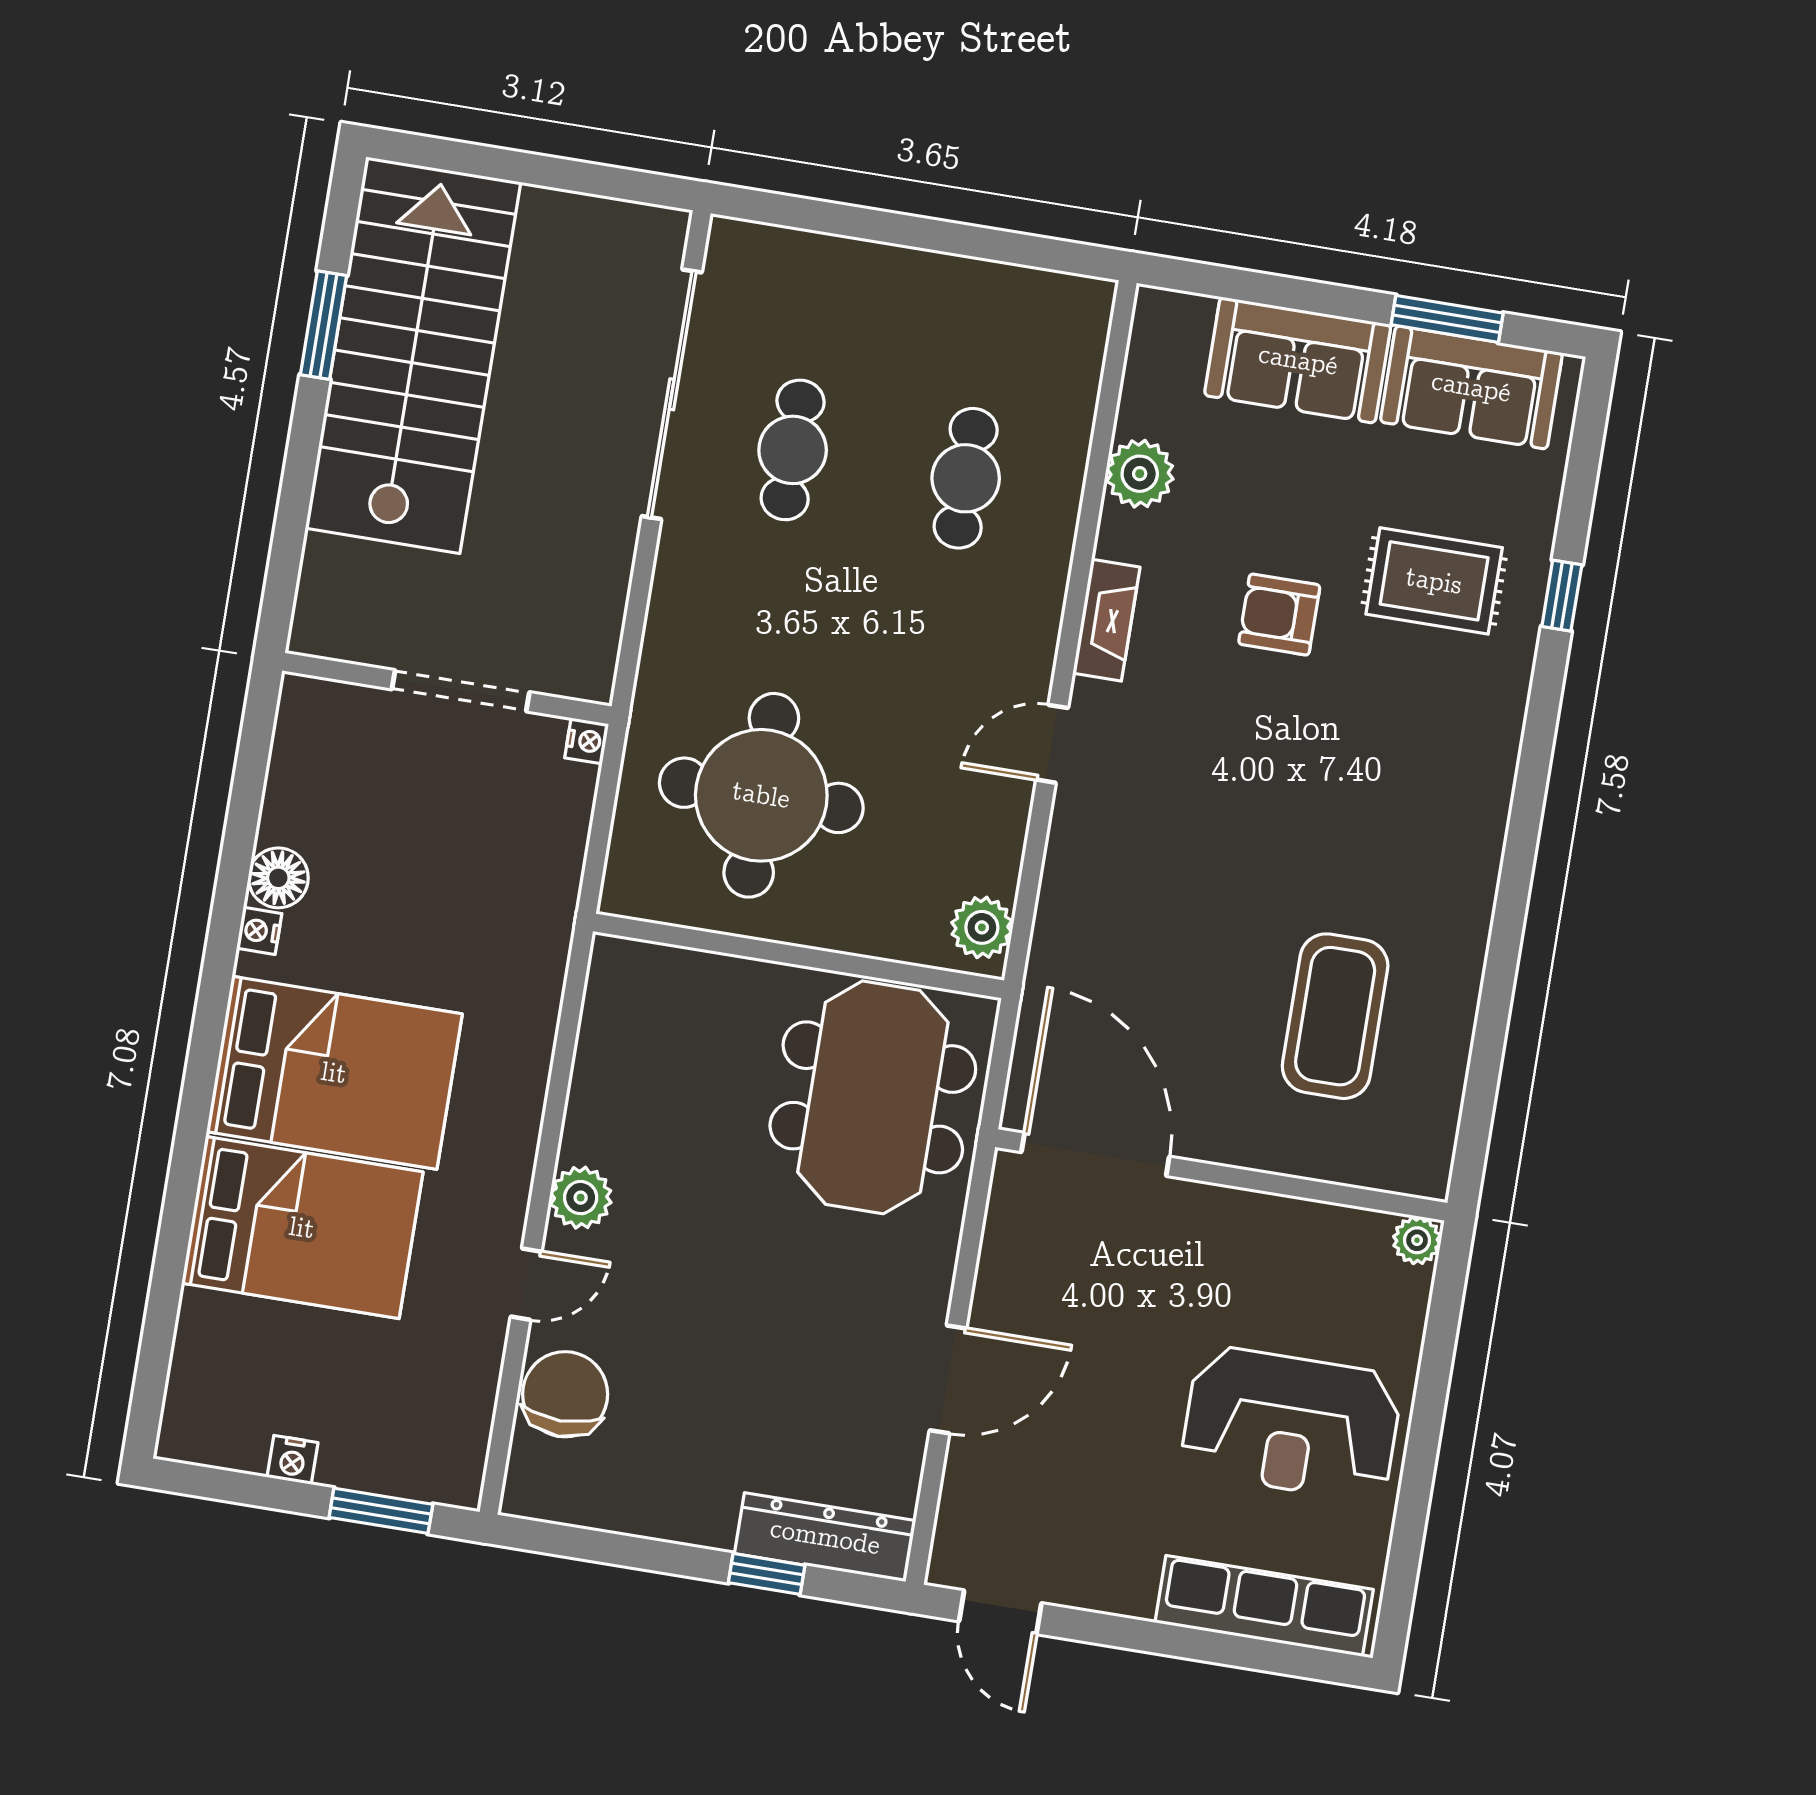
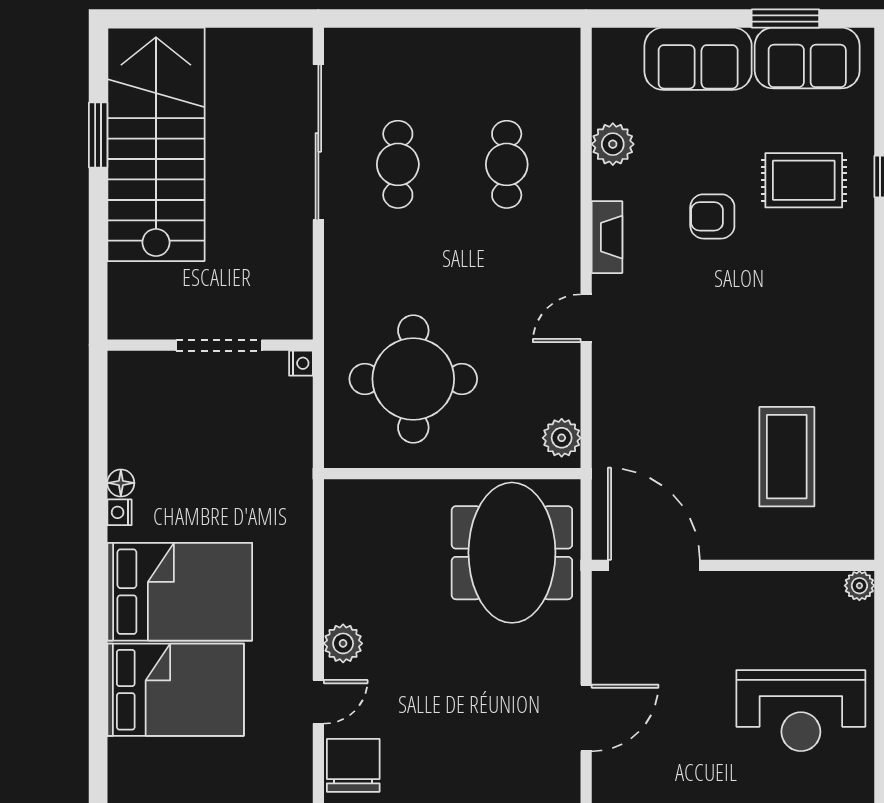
floor lamp: (278, 878) -> (121, 483), width x0.73, depth x0.73

